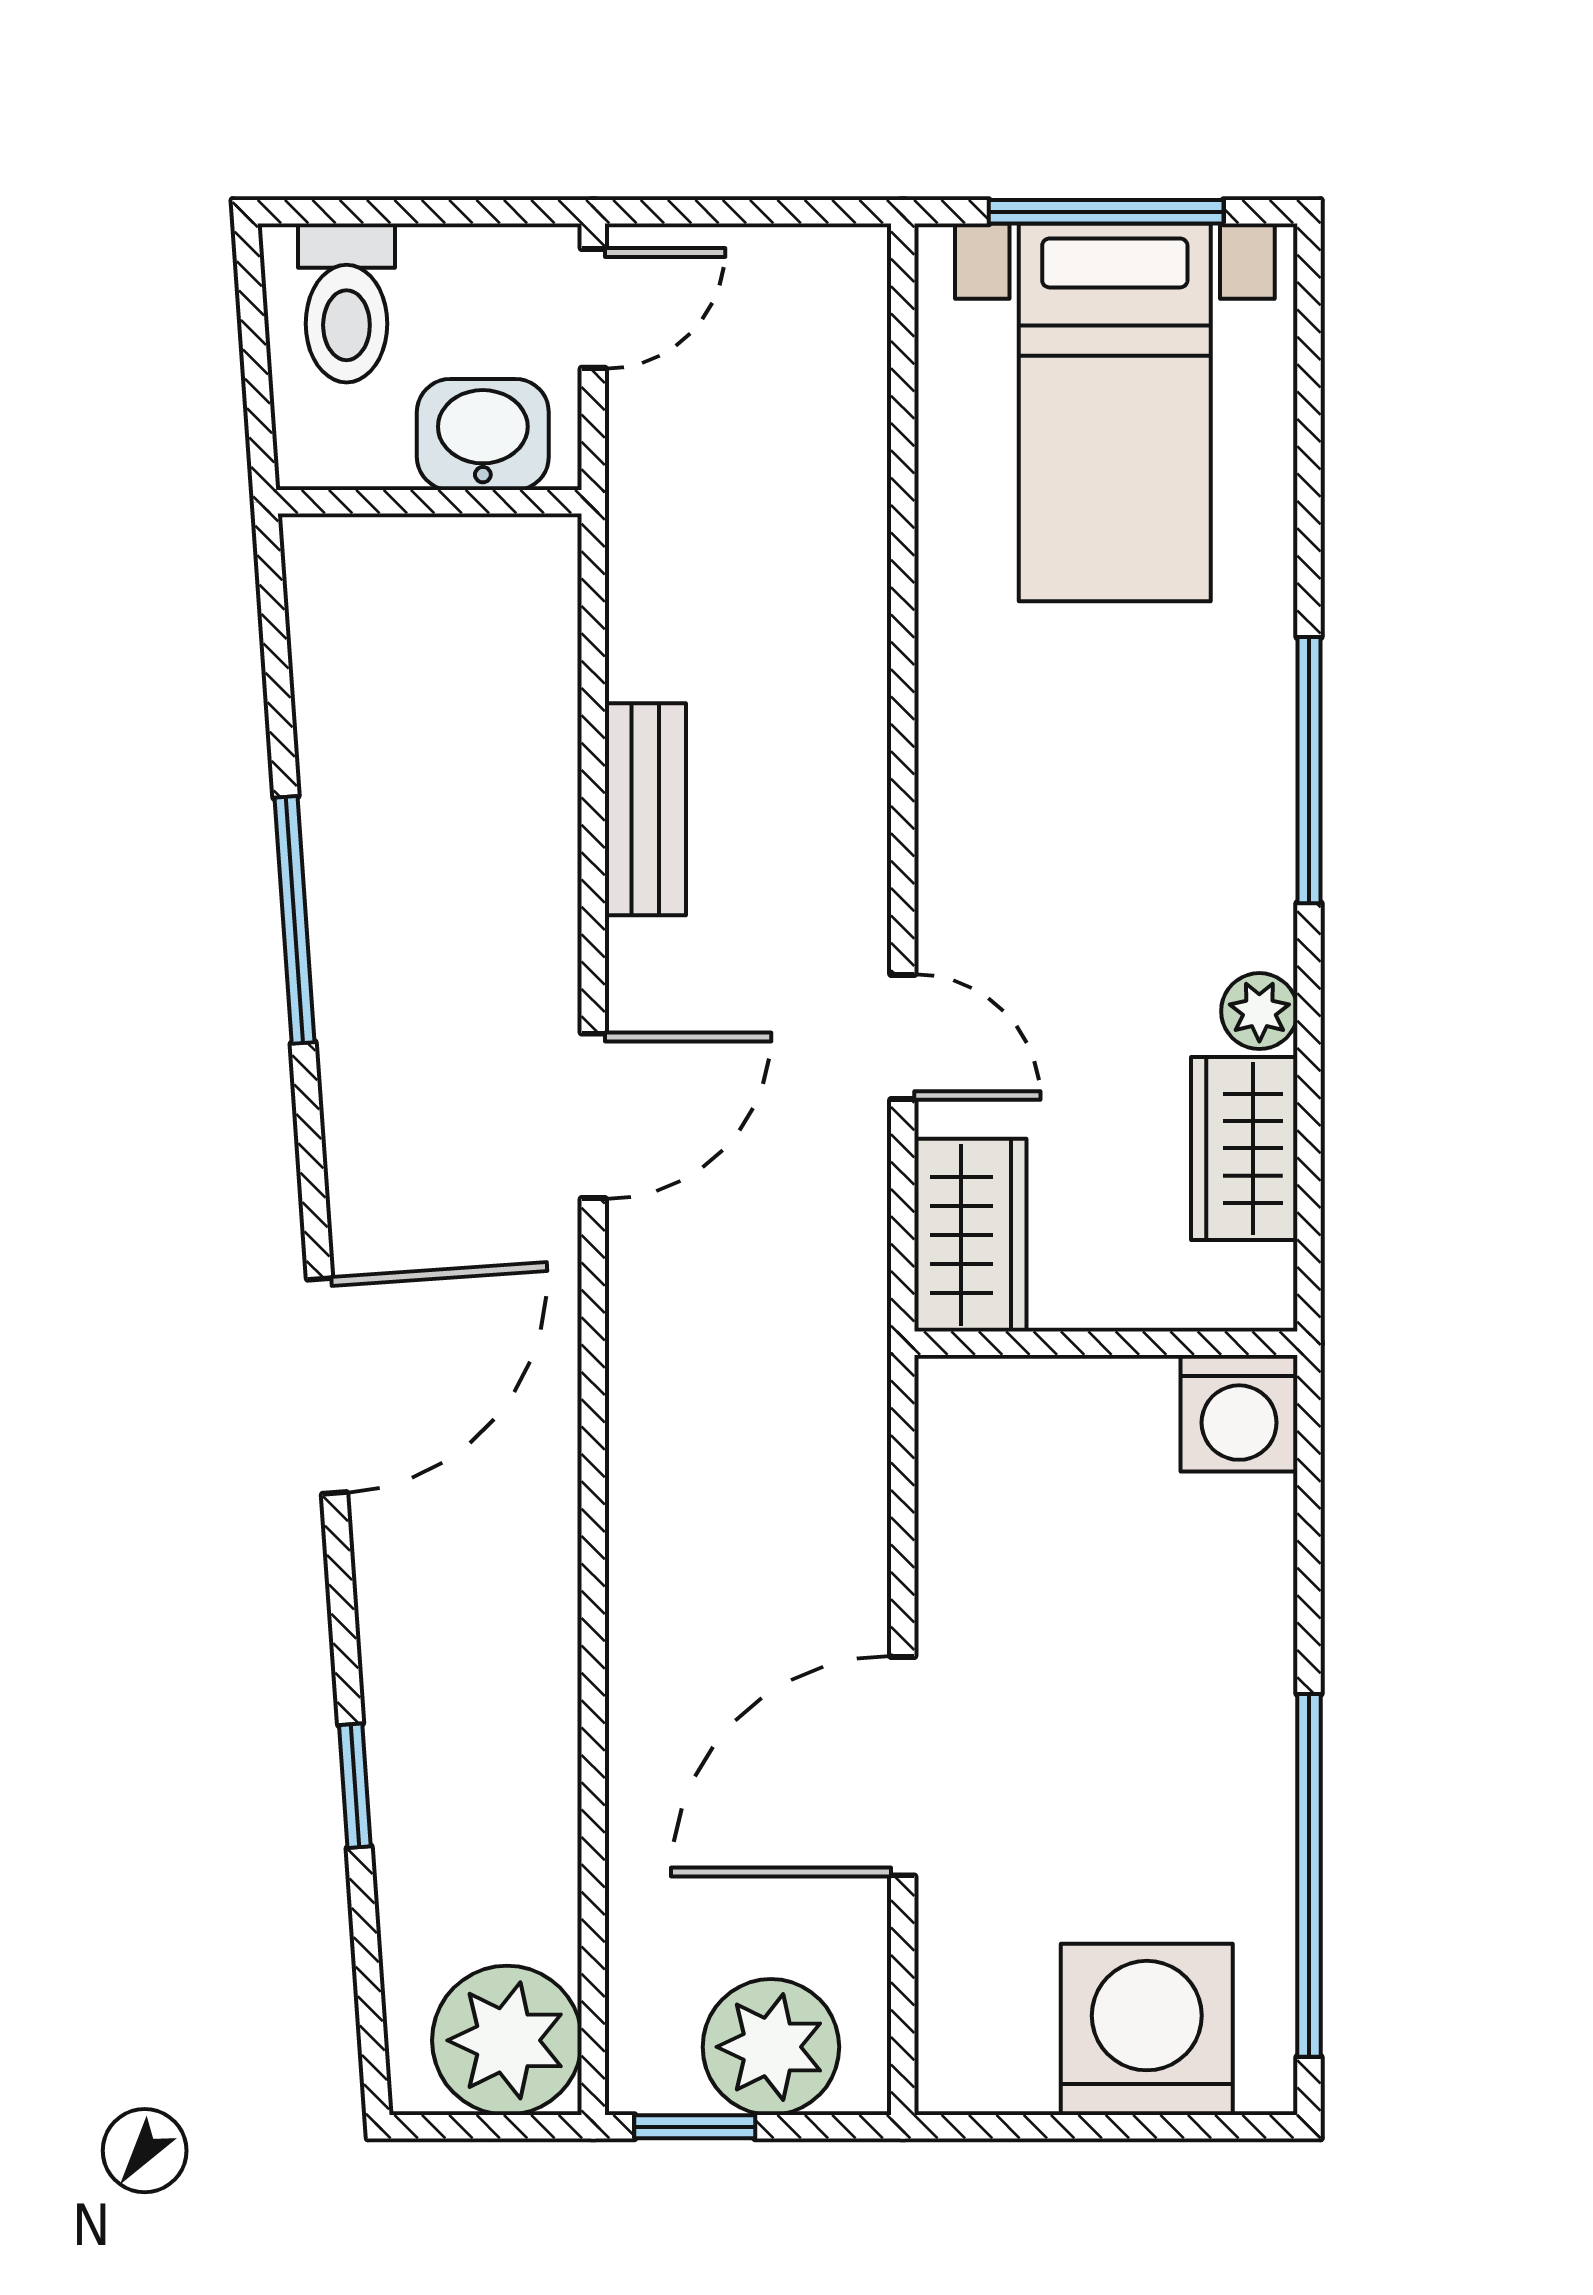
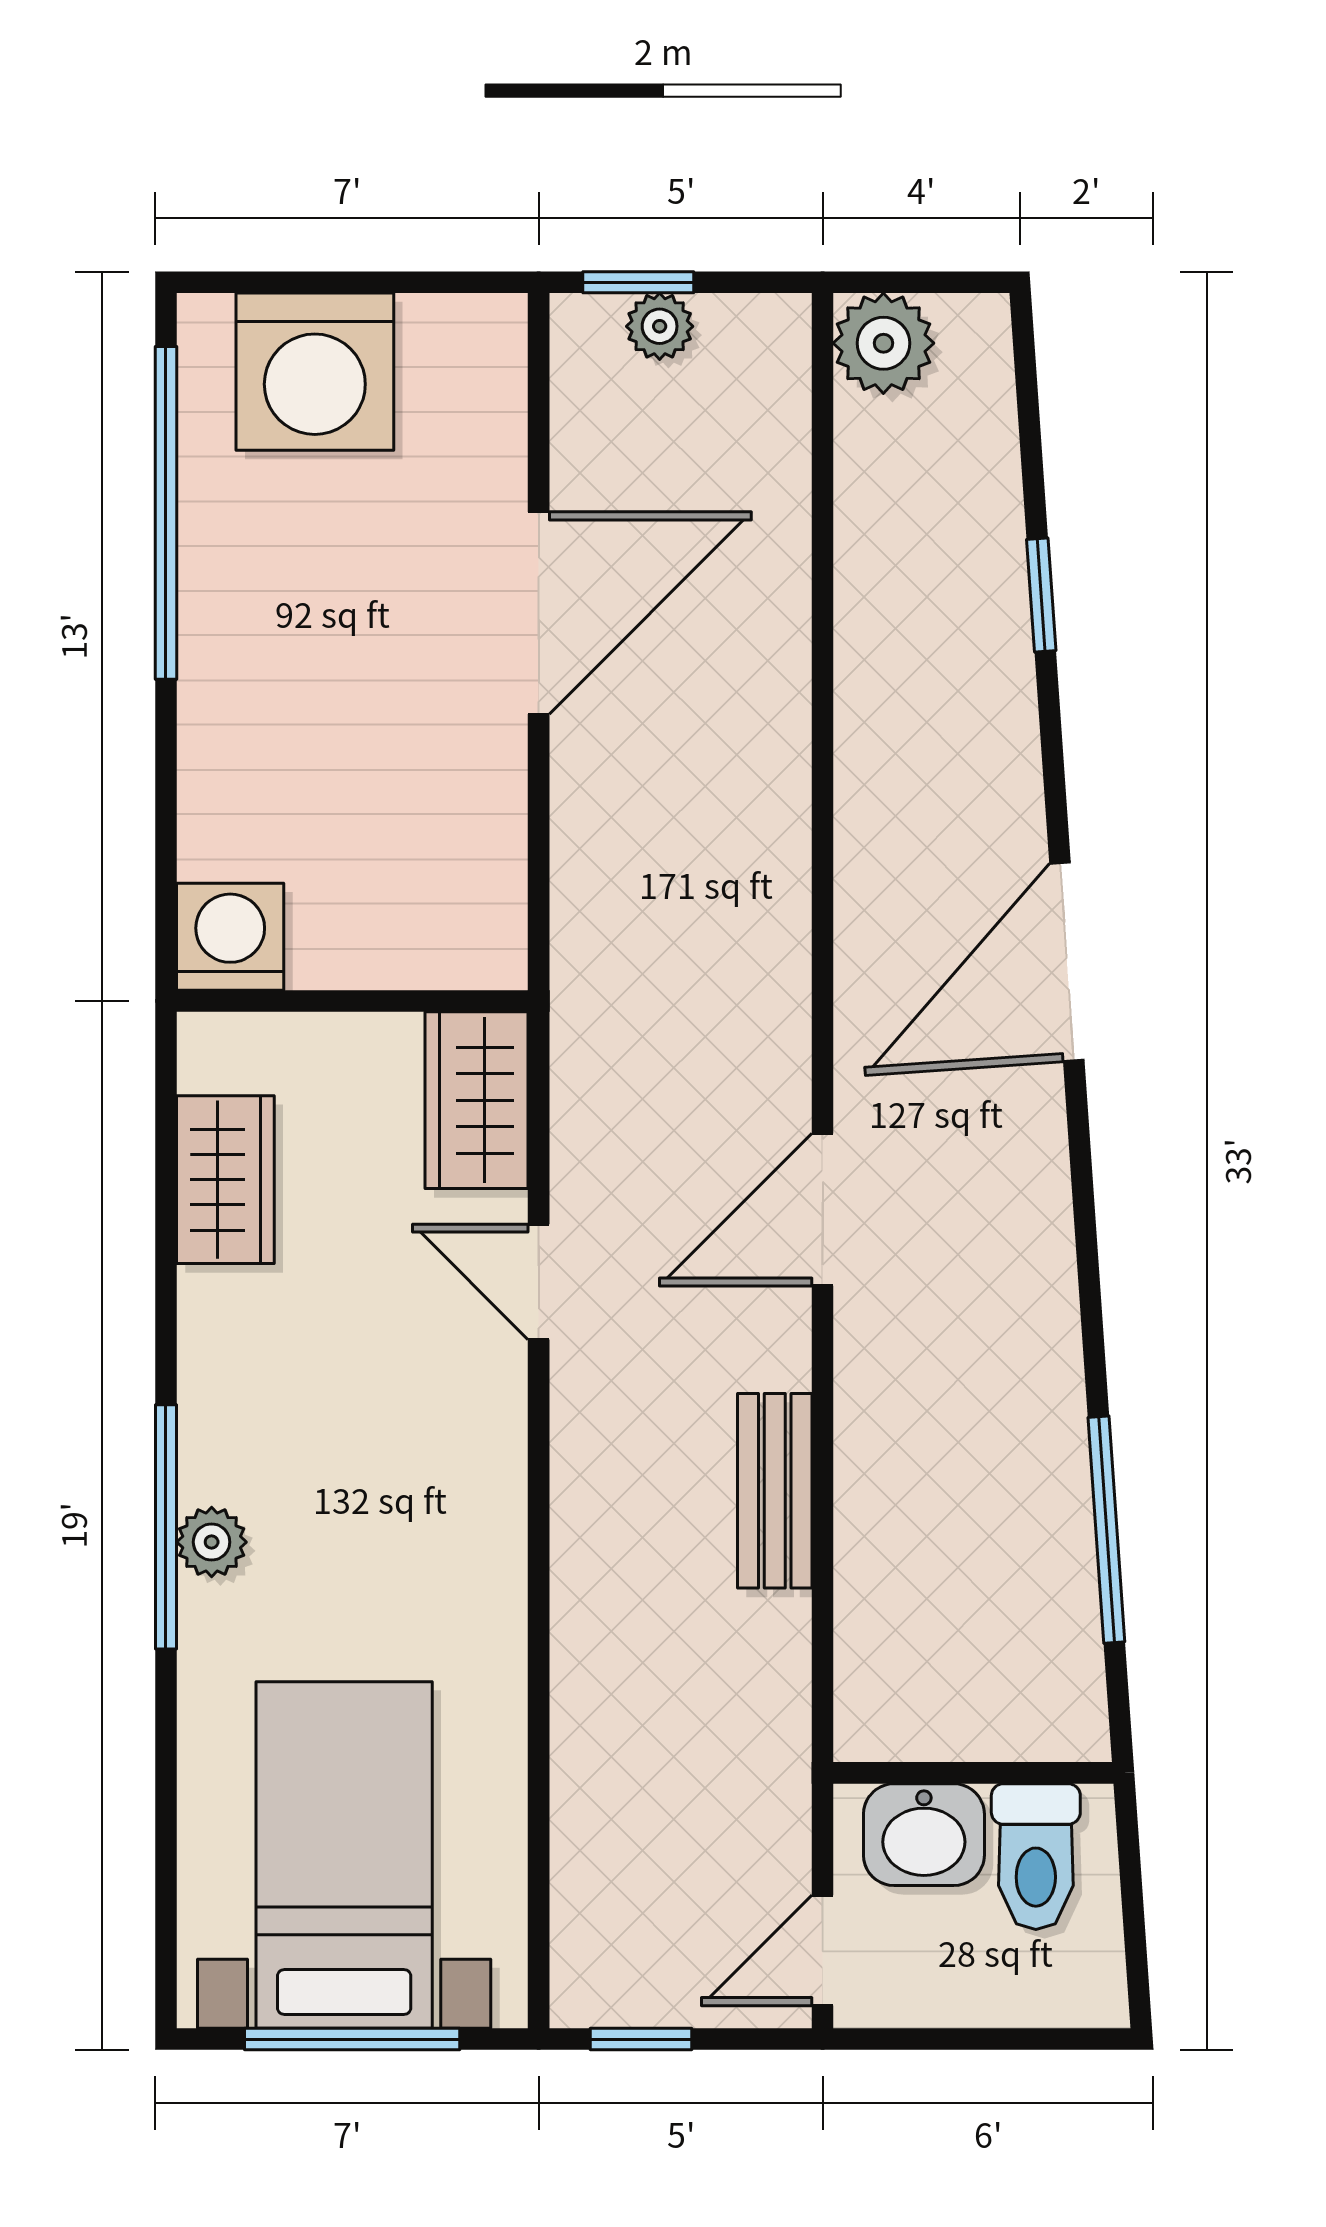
window: (791, 212) -> (641, 2039), added
toilet: (346, 303) -> (1036, 1857), moved, turned 180
window: (295, 920) -> (1106, 1530), moved
plant: (1259, 1011) -> (212, 1542), moved
plant: (507, 2040) -> (883, 343), width x0.73, depth x0.73
plant: (771, 2047) -> (660, 326), width x0.53, depth x0.53
window: (695, 2127) -> (638, 282), moved

